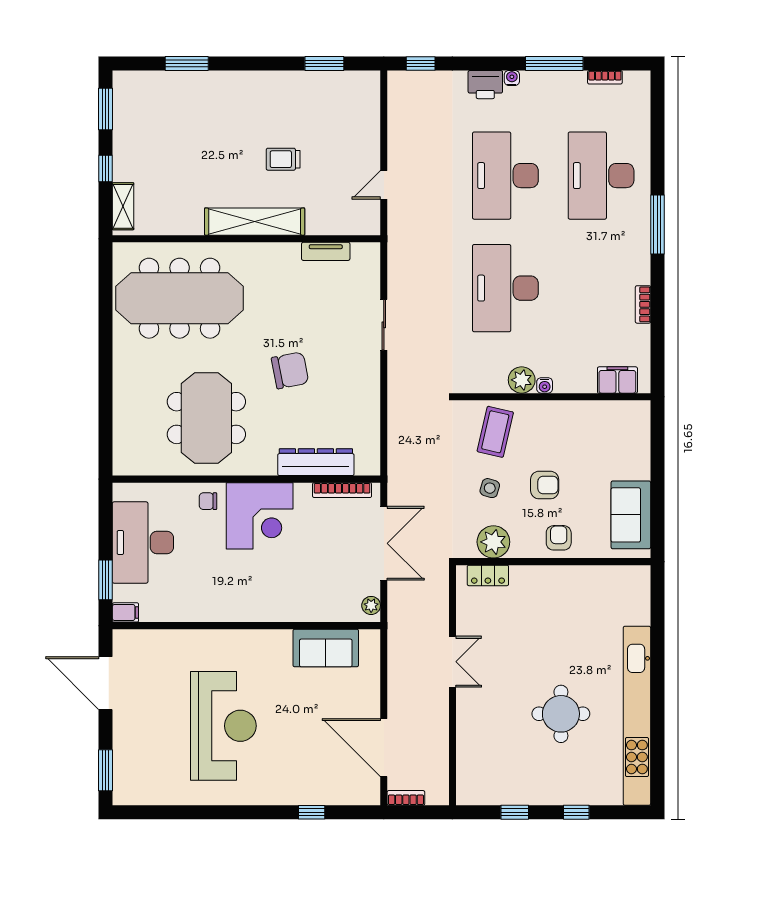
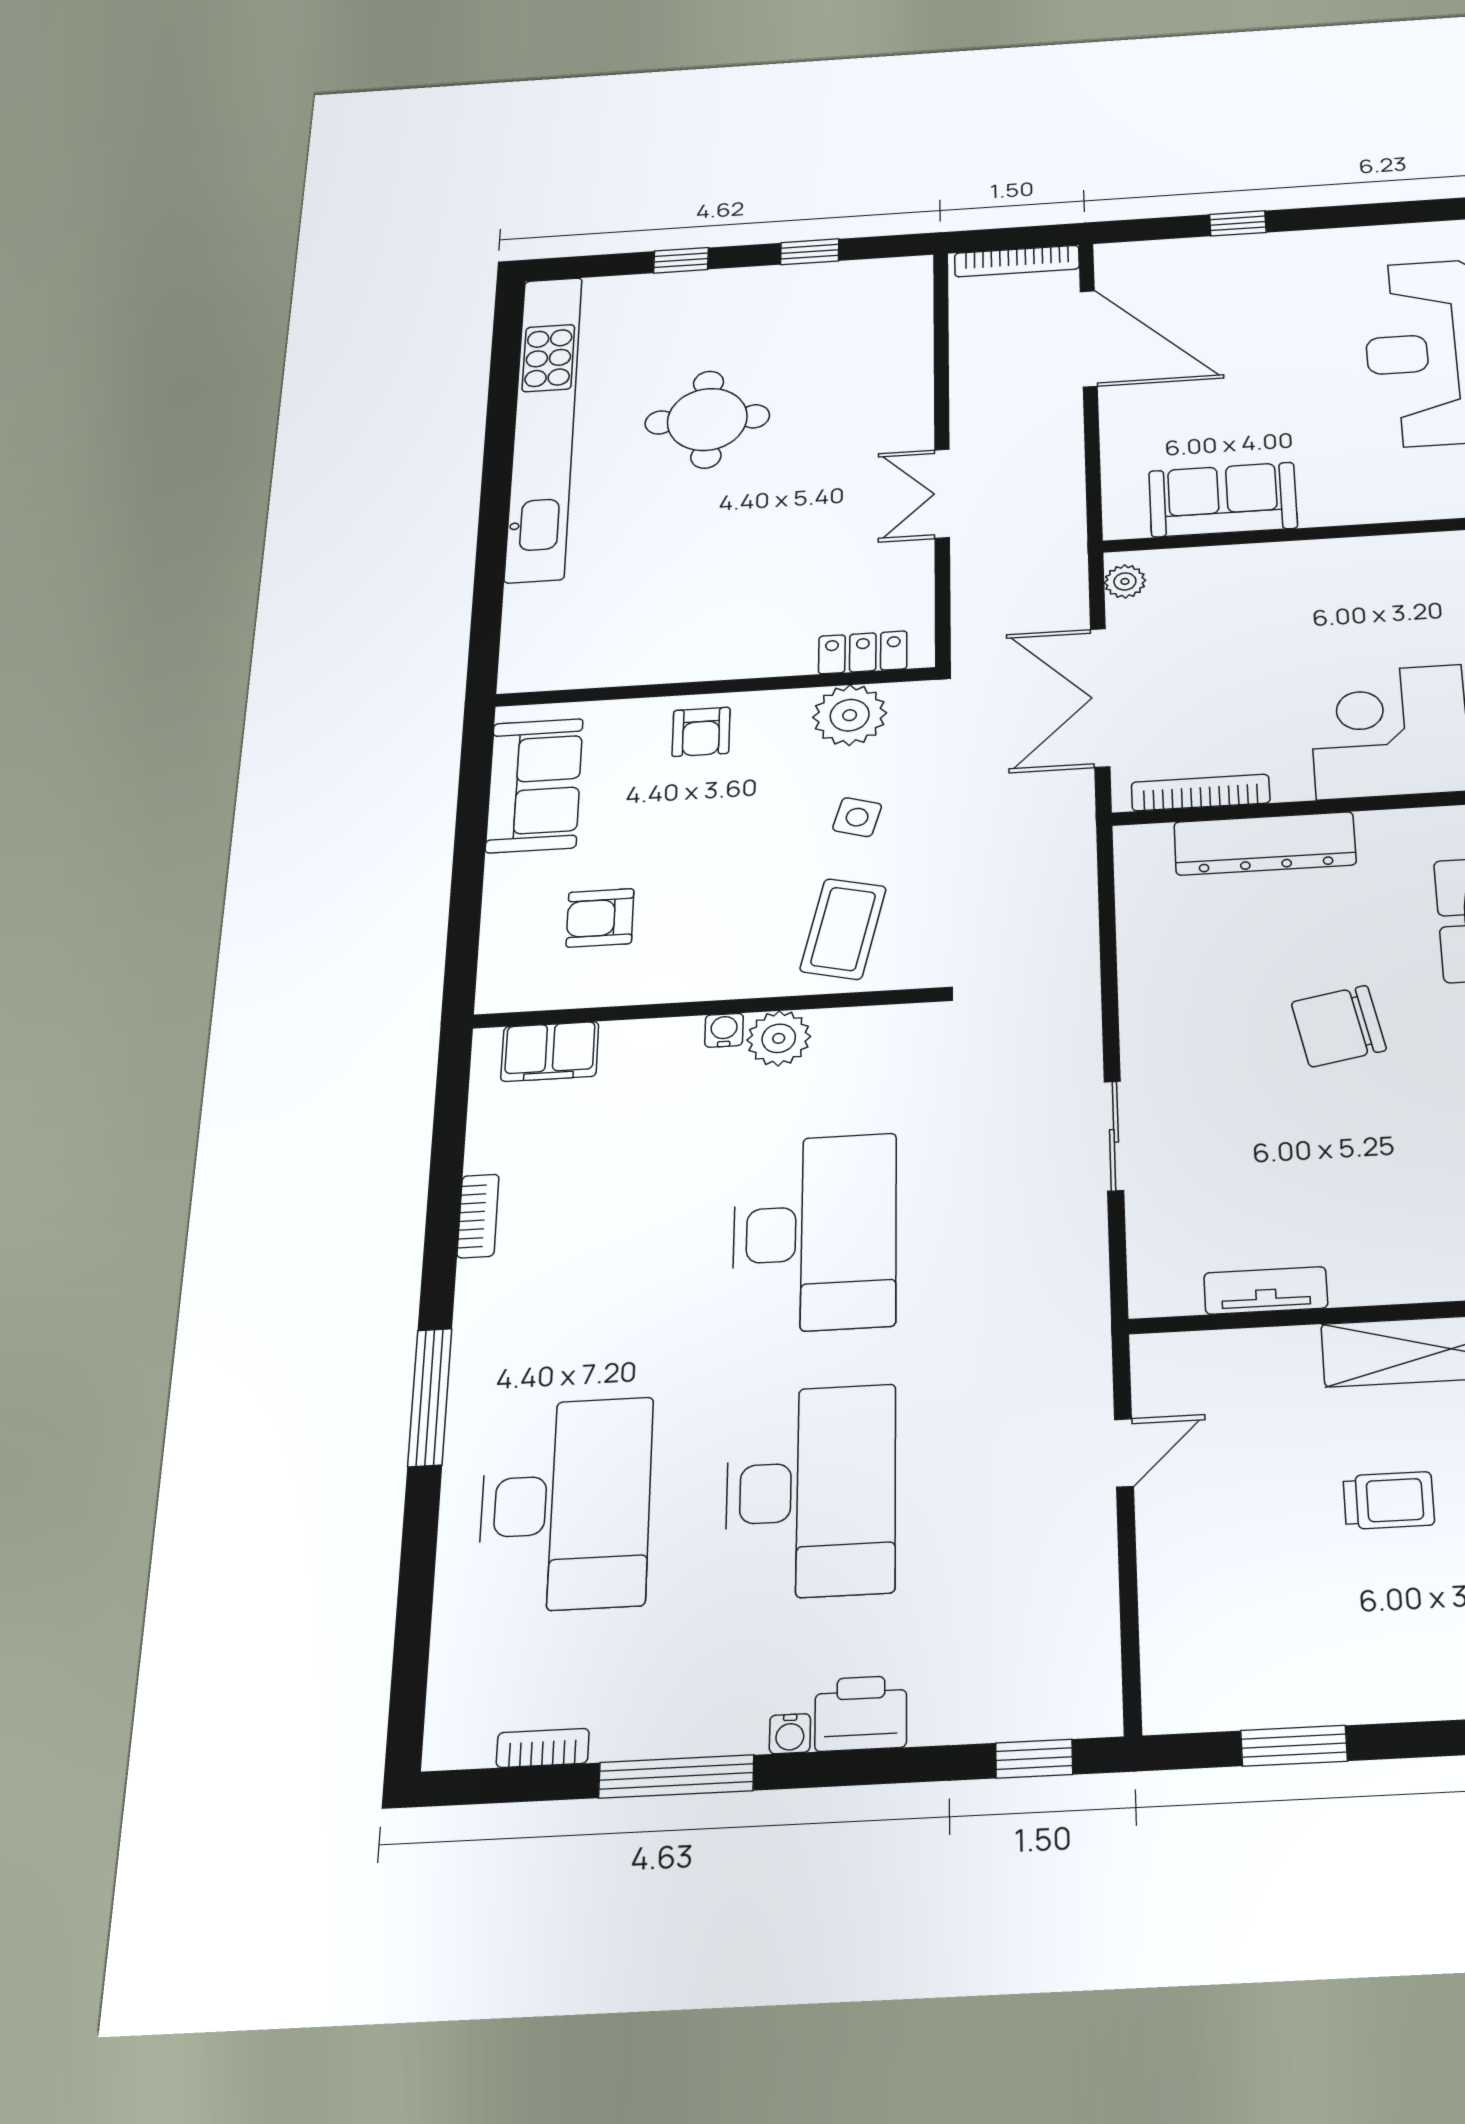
armchair: (545, 485) -> (600, 918), moved
bookcase: (406, 798) -> (1017, 261), width x1.56

